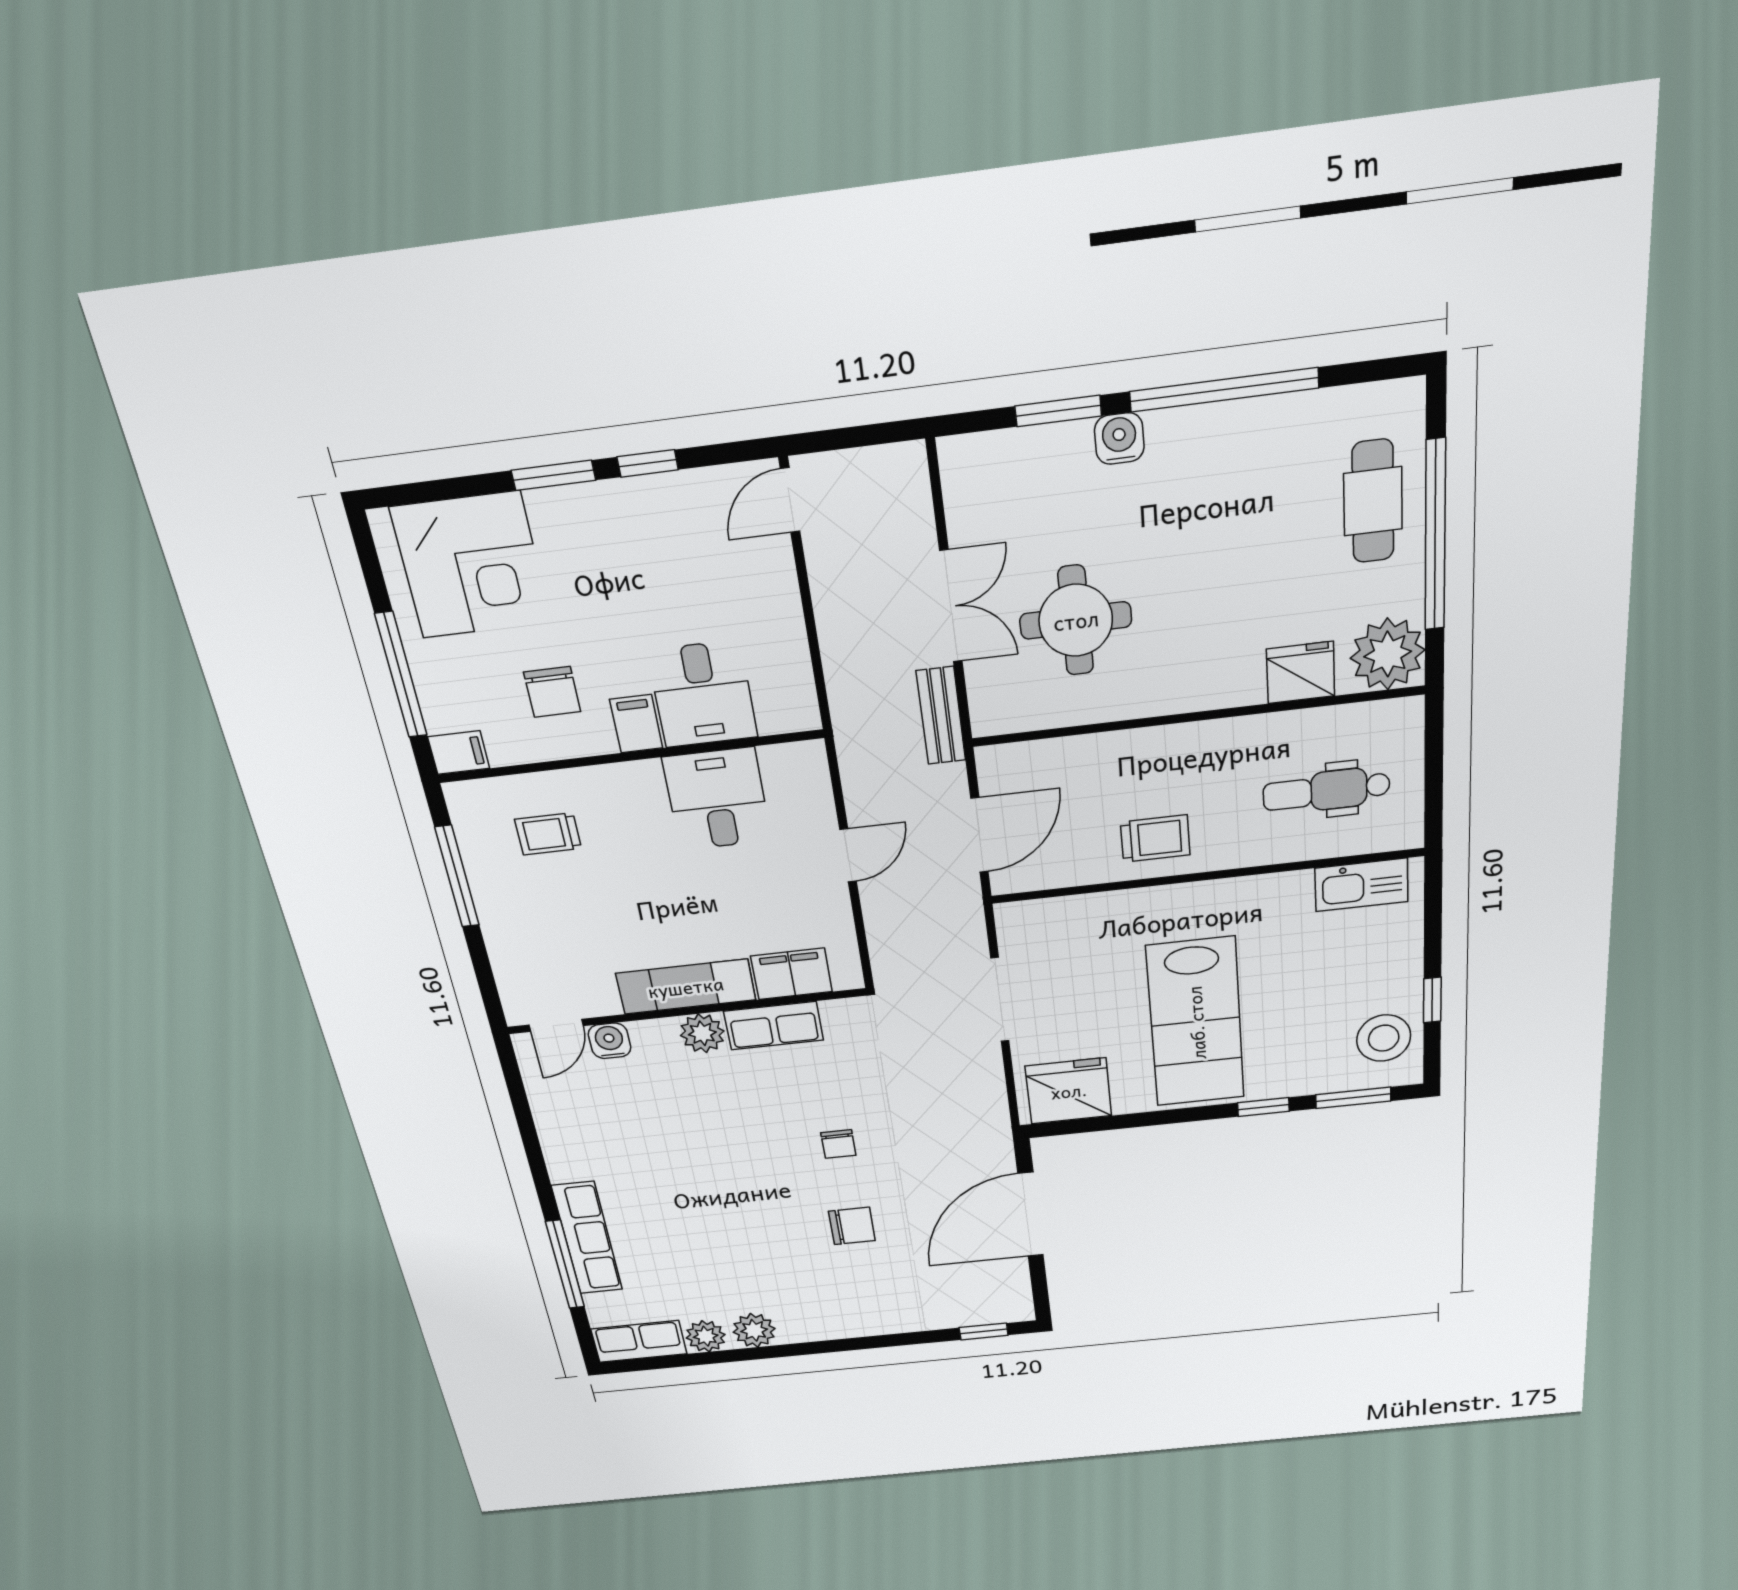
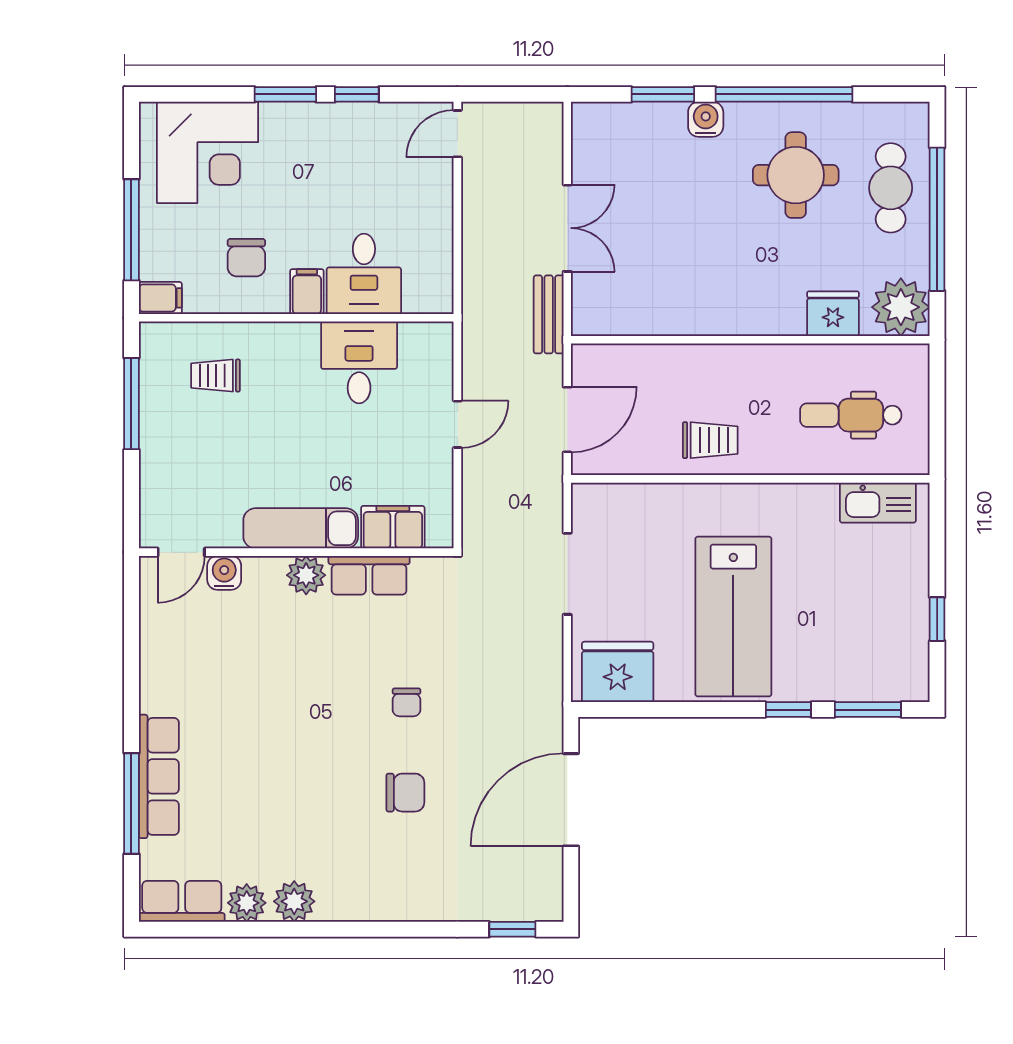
round table: (1076, 620) -> (796, 175), moved
stool: (1384, 1038) -> (895, 652), removed

